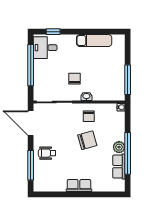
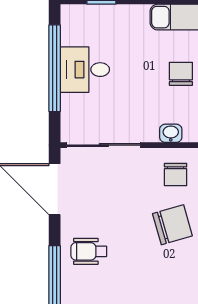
desk: (45, 48) -> (85, 70), moved
chair: (74, 79) -> (181, 74), moved

